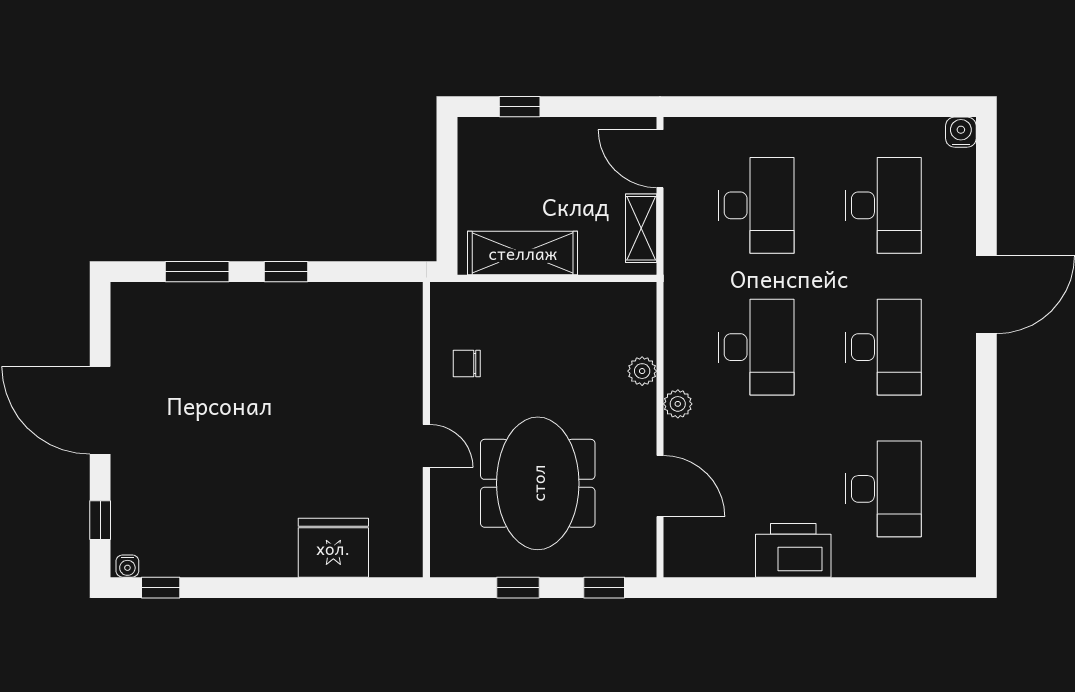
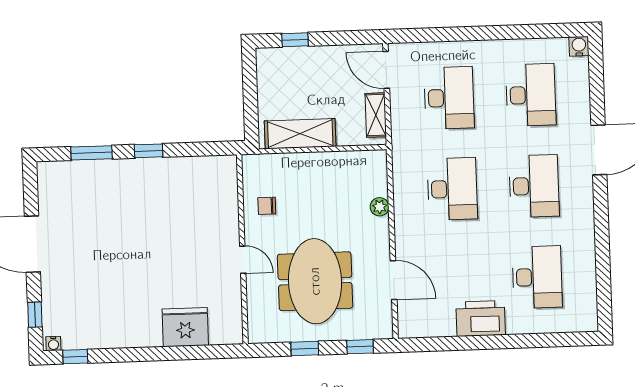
plant: (678, 404) -> (403, 227), removed

